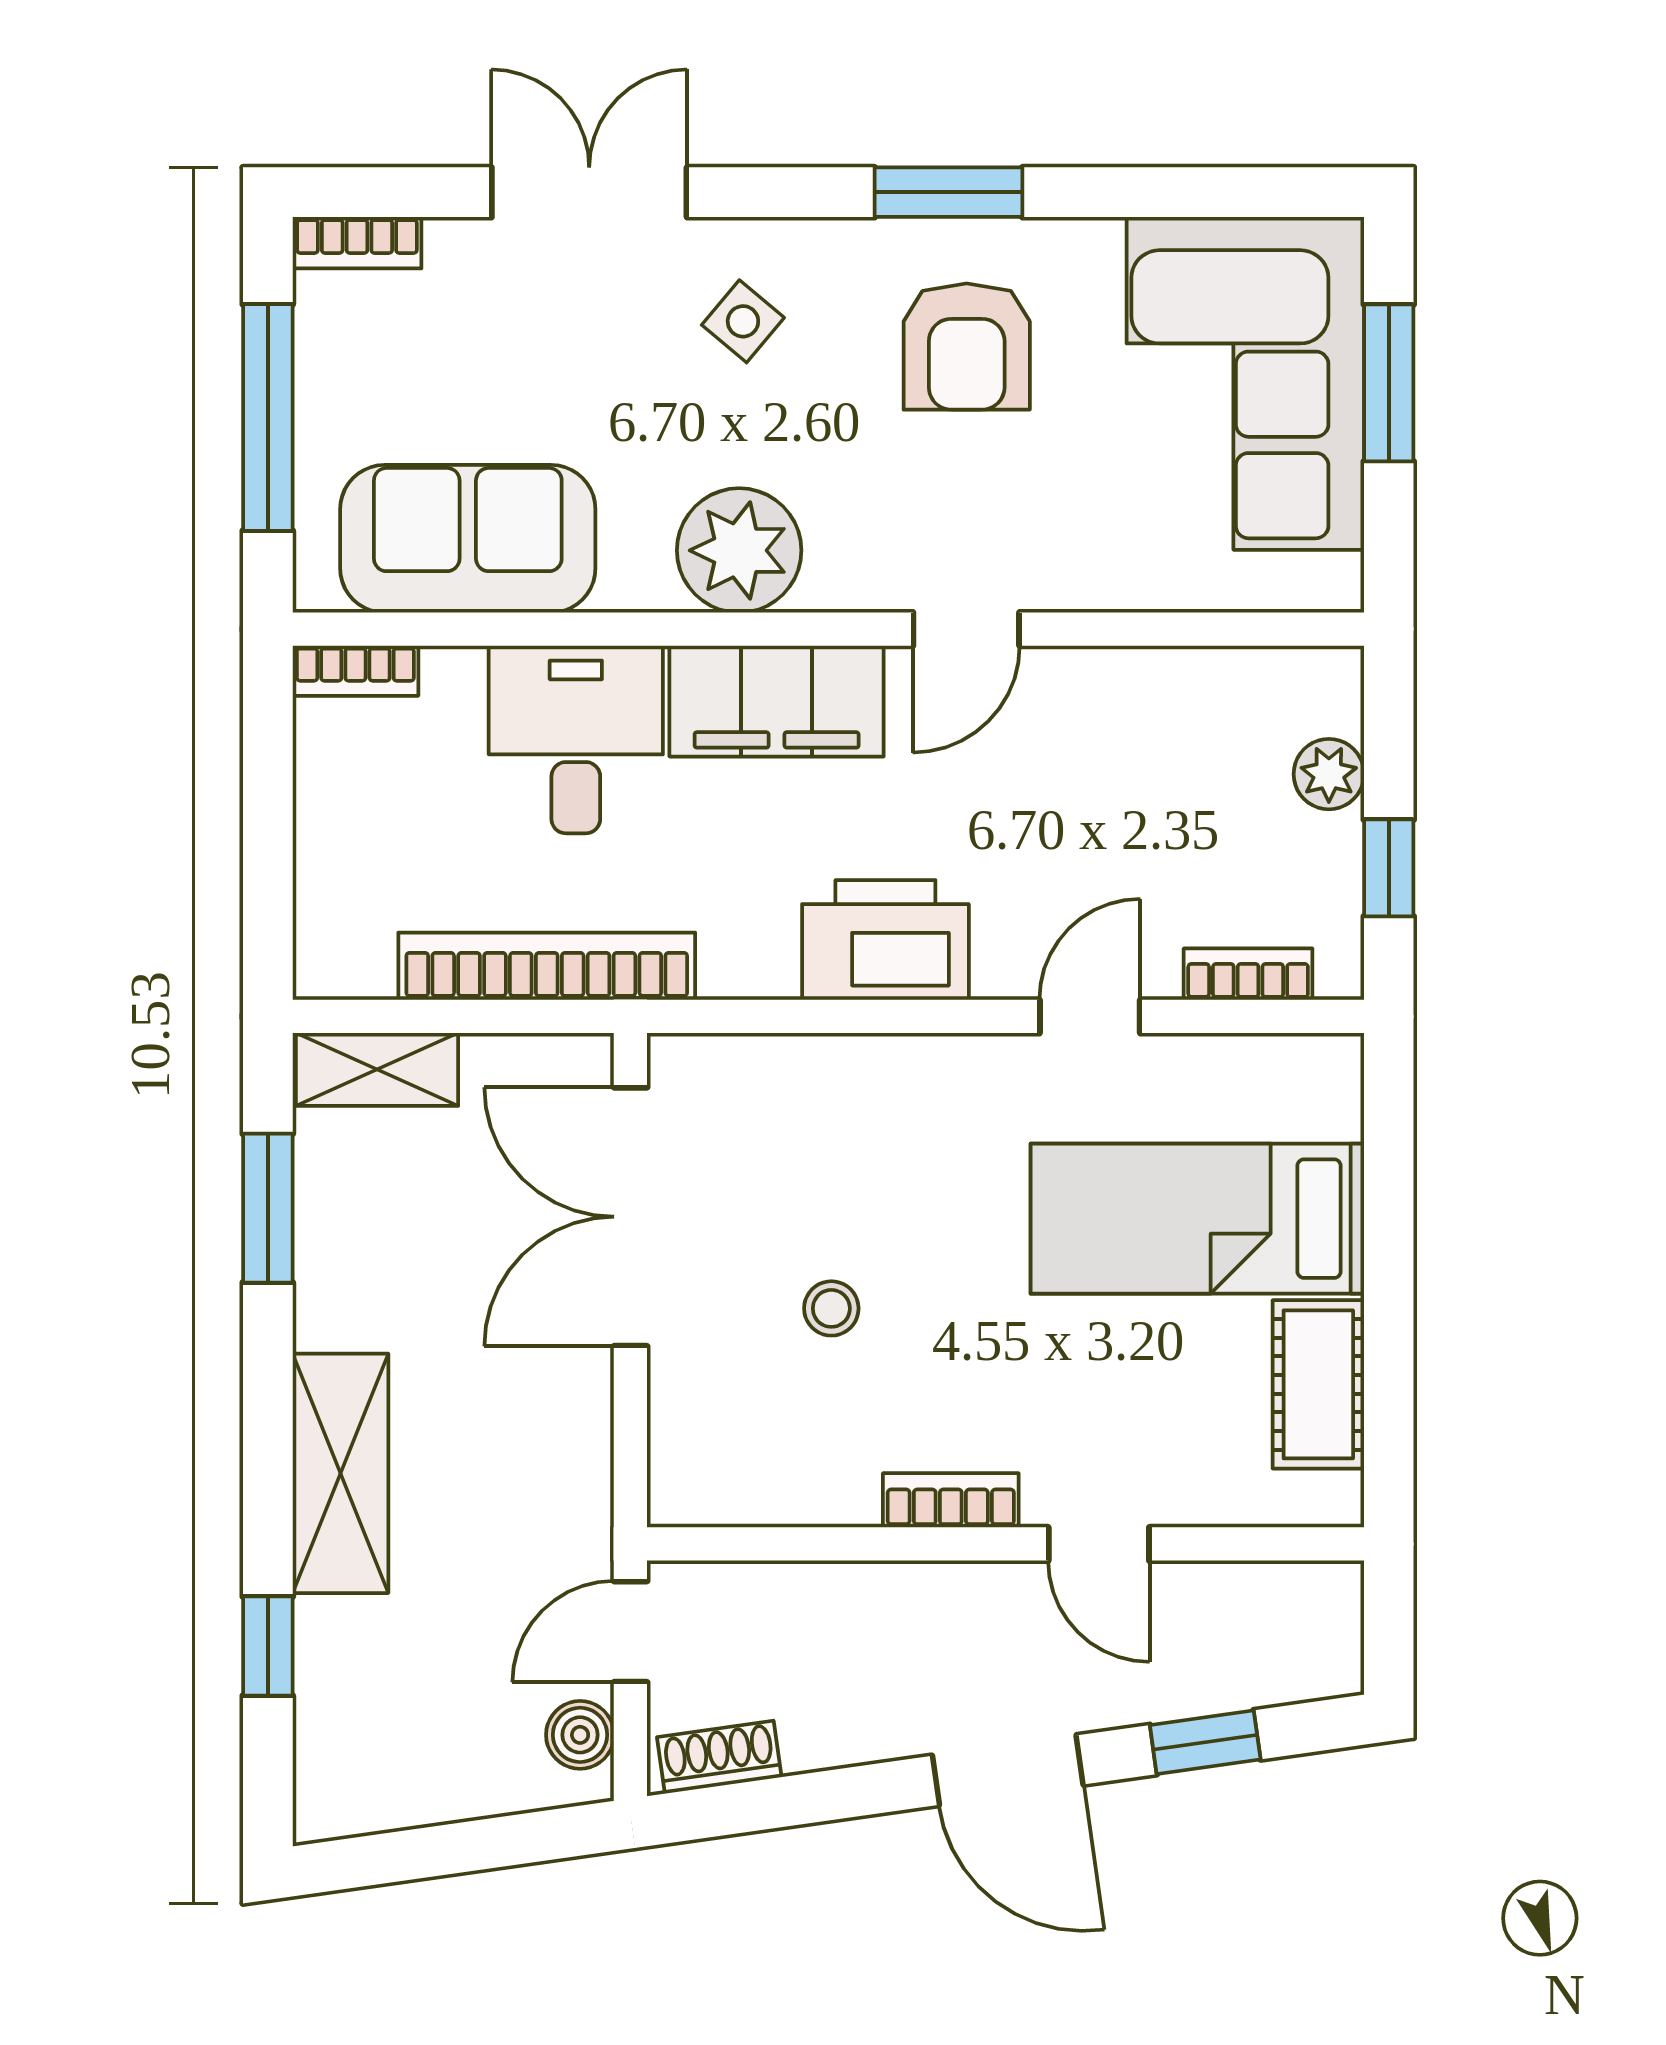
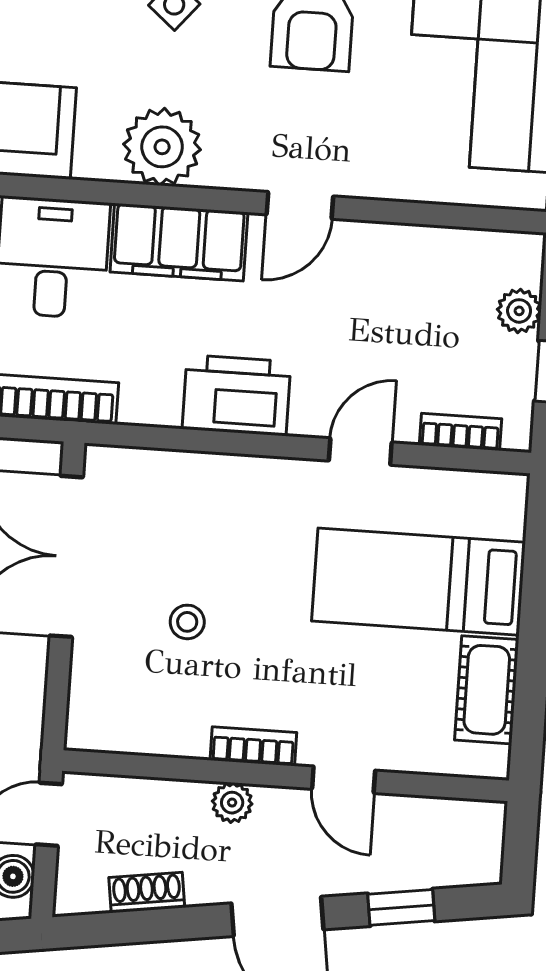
plant: (923, 1593) -> (232, 803), added
shoe rack: (719, 1757) -> (147, 893), moved

